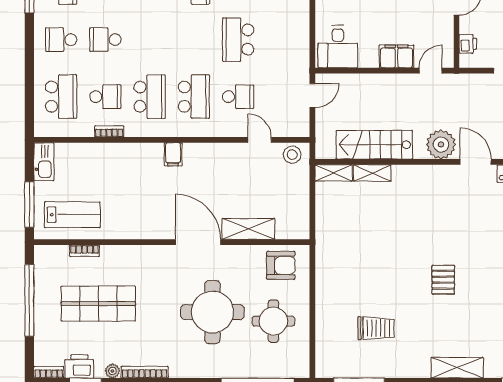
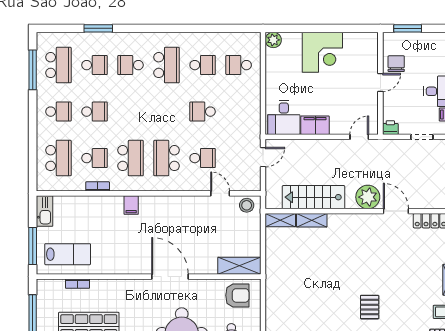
school desk: (61, 40) -> (58, 112), turned 180
school desk: (105, 40) -> (94, 112), turned 180
school desk: (238, 40) -> (203, 112), width x0.54
printer: (468, 44) -> (390, 128), moved, turned -90
filing cabinet: (396, 56) -> (315, 125), moved
school desk: (194, 97) -> (167, 158), turned 180
filing cabinet: (173, 154) -> (131, 205), moved
shelving: (248, 229) -> (239, 266), moved

